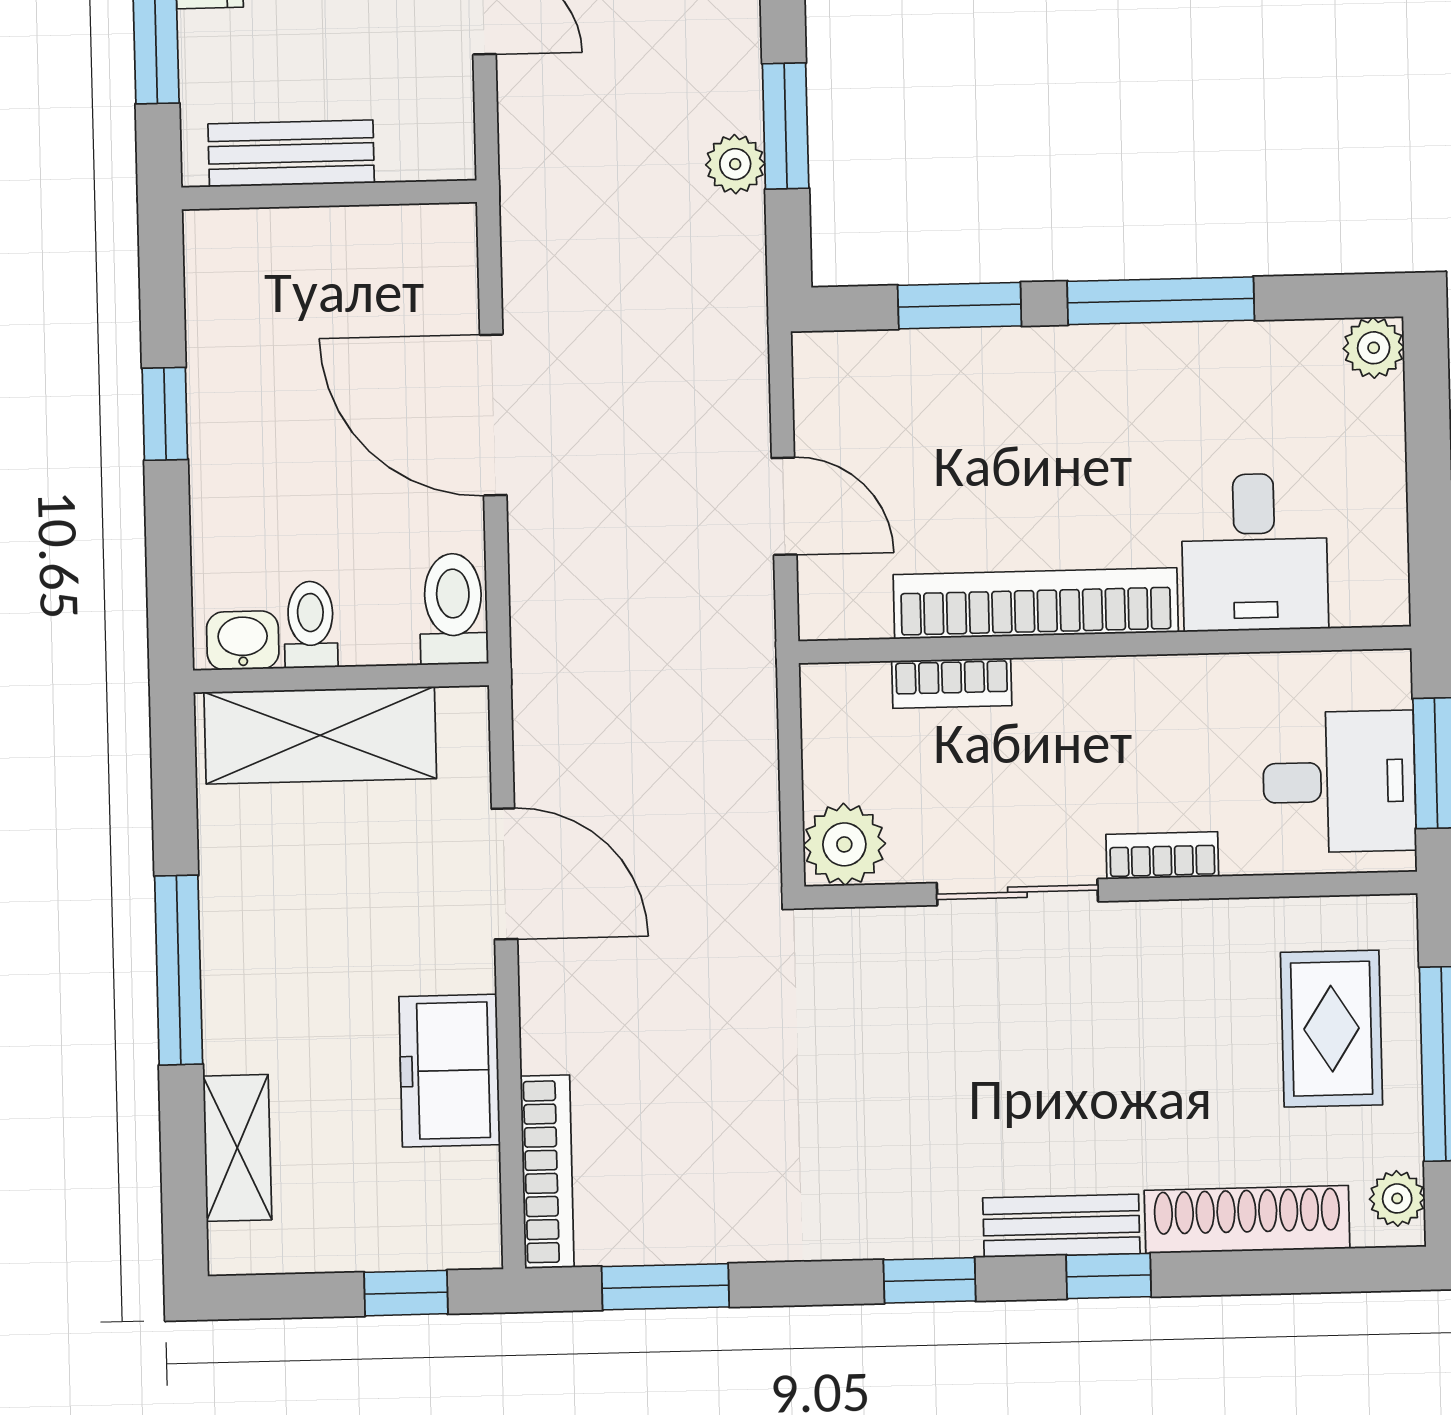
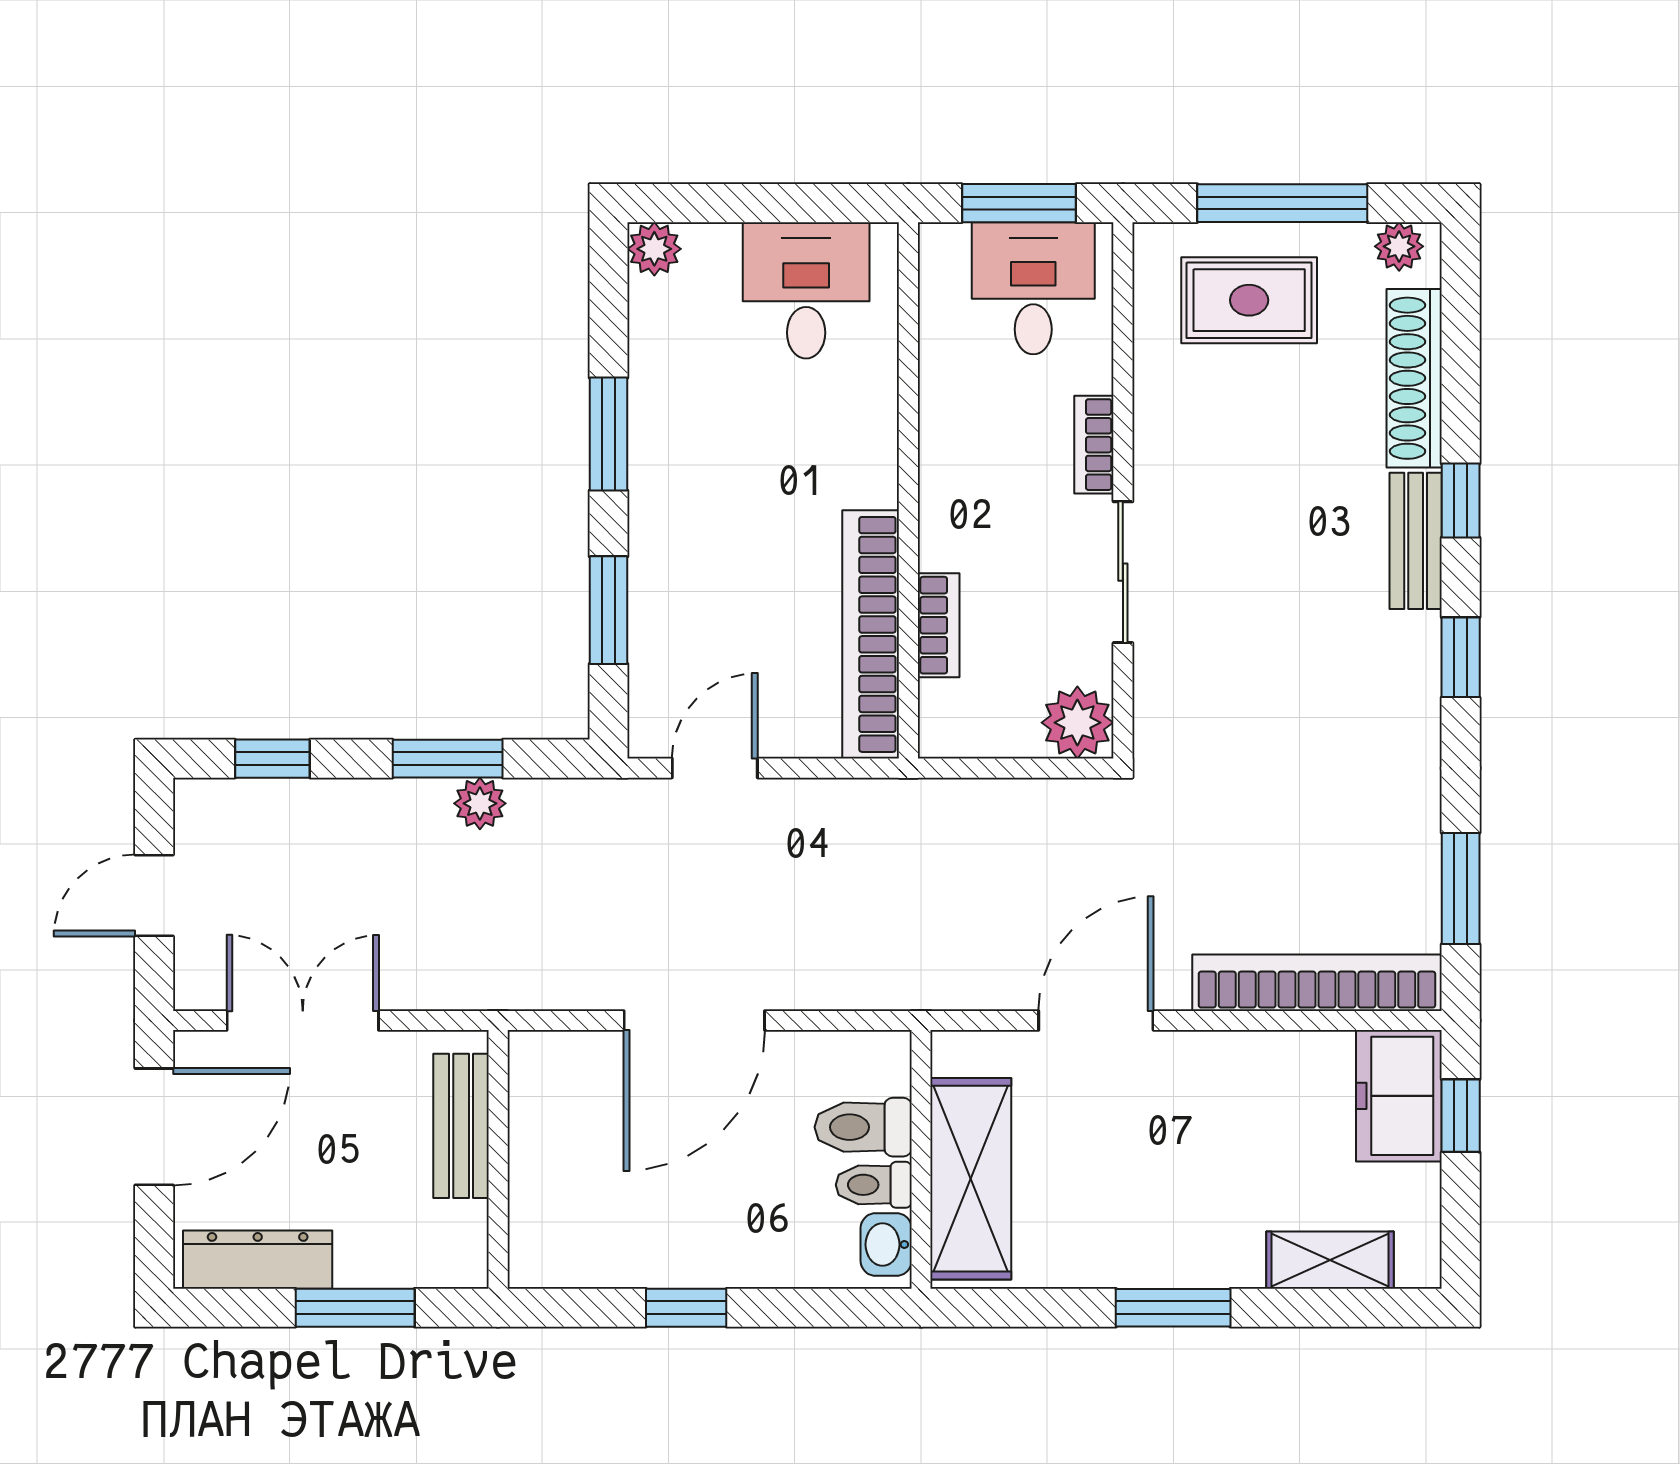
bench: (291, 153) -> (461, 1126), moved
window: (1161, 301) -> (609, 434), width x0.69
door: (784, 506) -> (715, 768), moved
desk: (1255, 552) -> (806, 290), moved, turned -90
bookcase: (1036, 603) -> (871, 634), moved
toilet: (453, 609) -> (863, 1127), moved
window: (179, 970) -> (1173, 1308), width x0.69
freezer: (450, 1071) -> (1399, 1096), moved, turned 90
bookcase: (547, 1172) -> (1317, 983), width x1.48, depth x1.31

